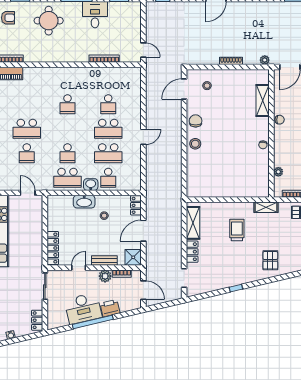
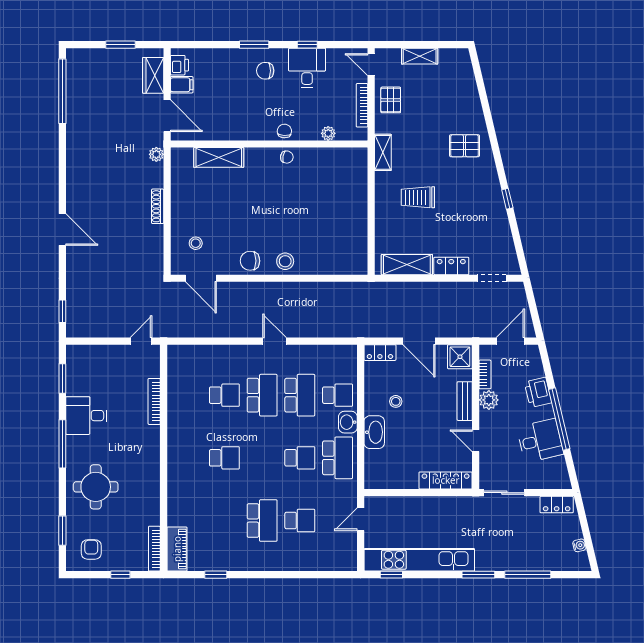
chair: (280, 120) -> (284, 131), moved
desk: (83, 308) -> (540, 441), width x0.73

